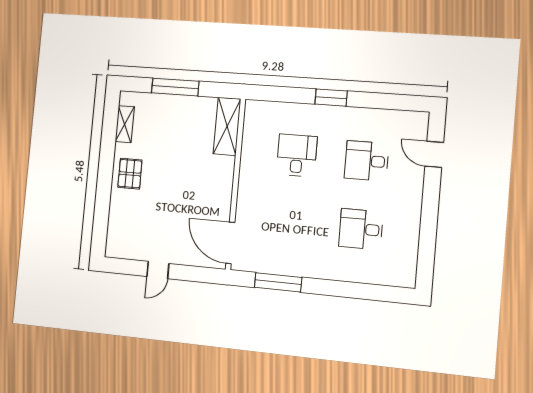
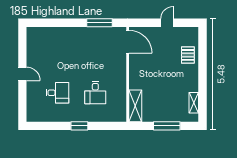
door: (434, 154) -> (22, 74), moved
pallet: (130, 174) -> (188, 55), moved
desk: (361, 229) -> (58, 56), removed

